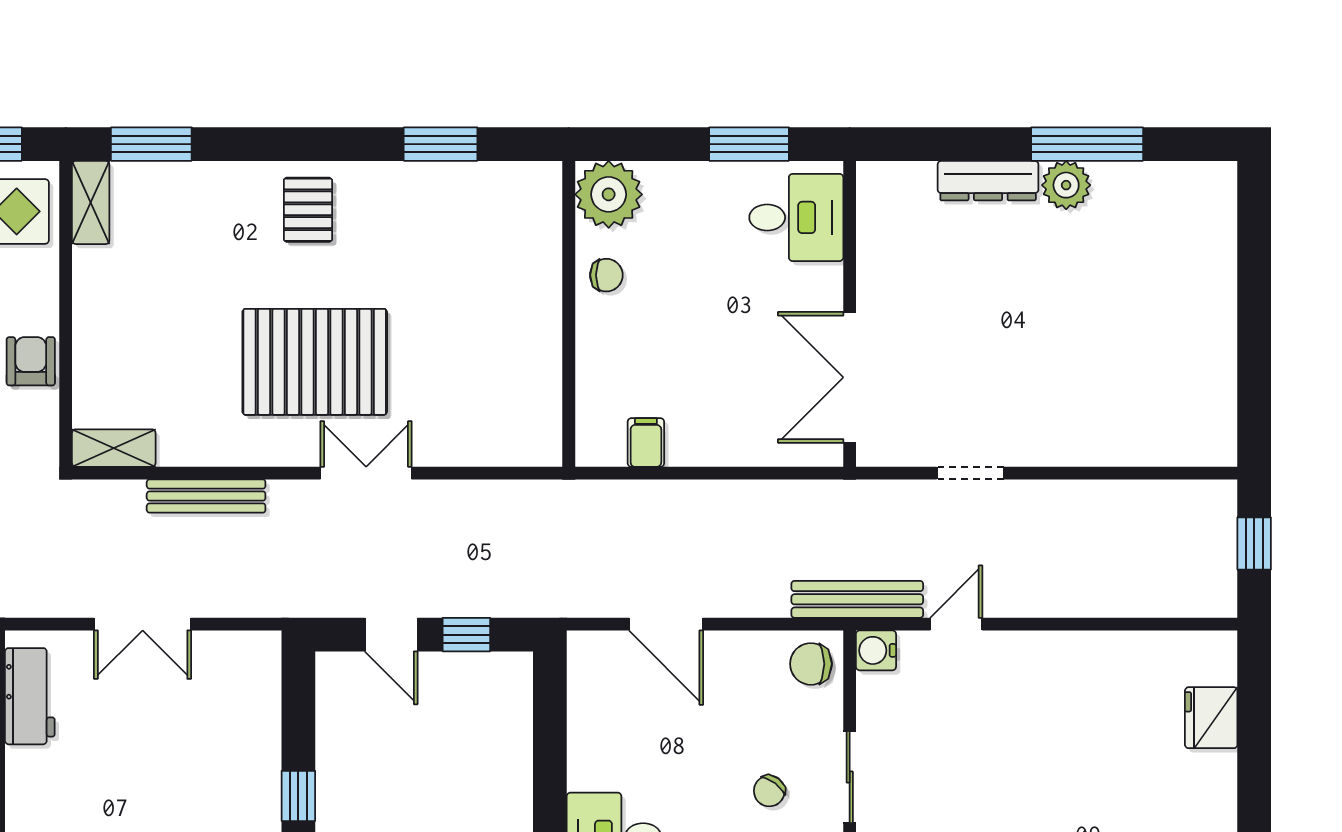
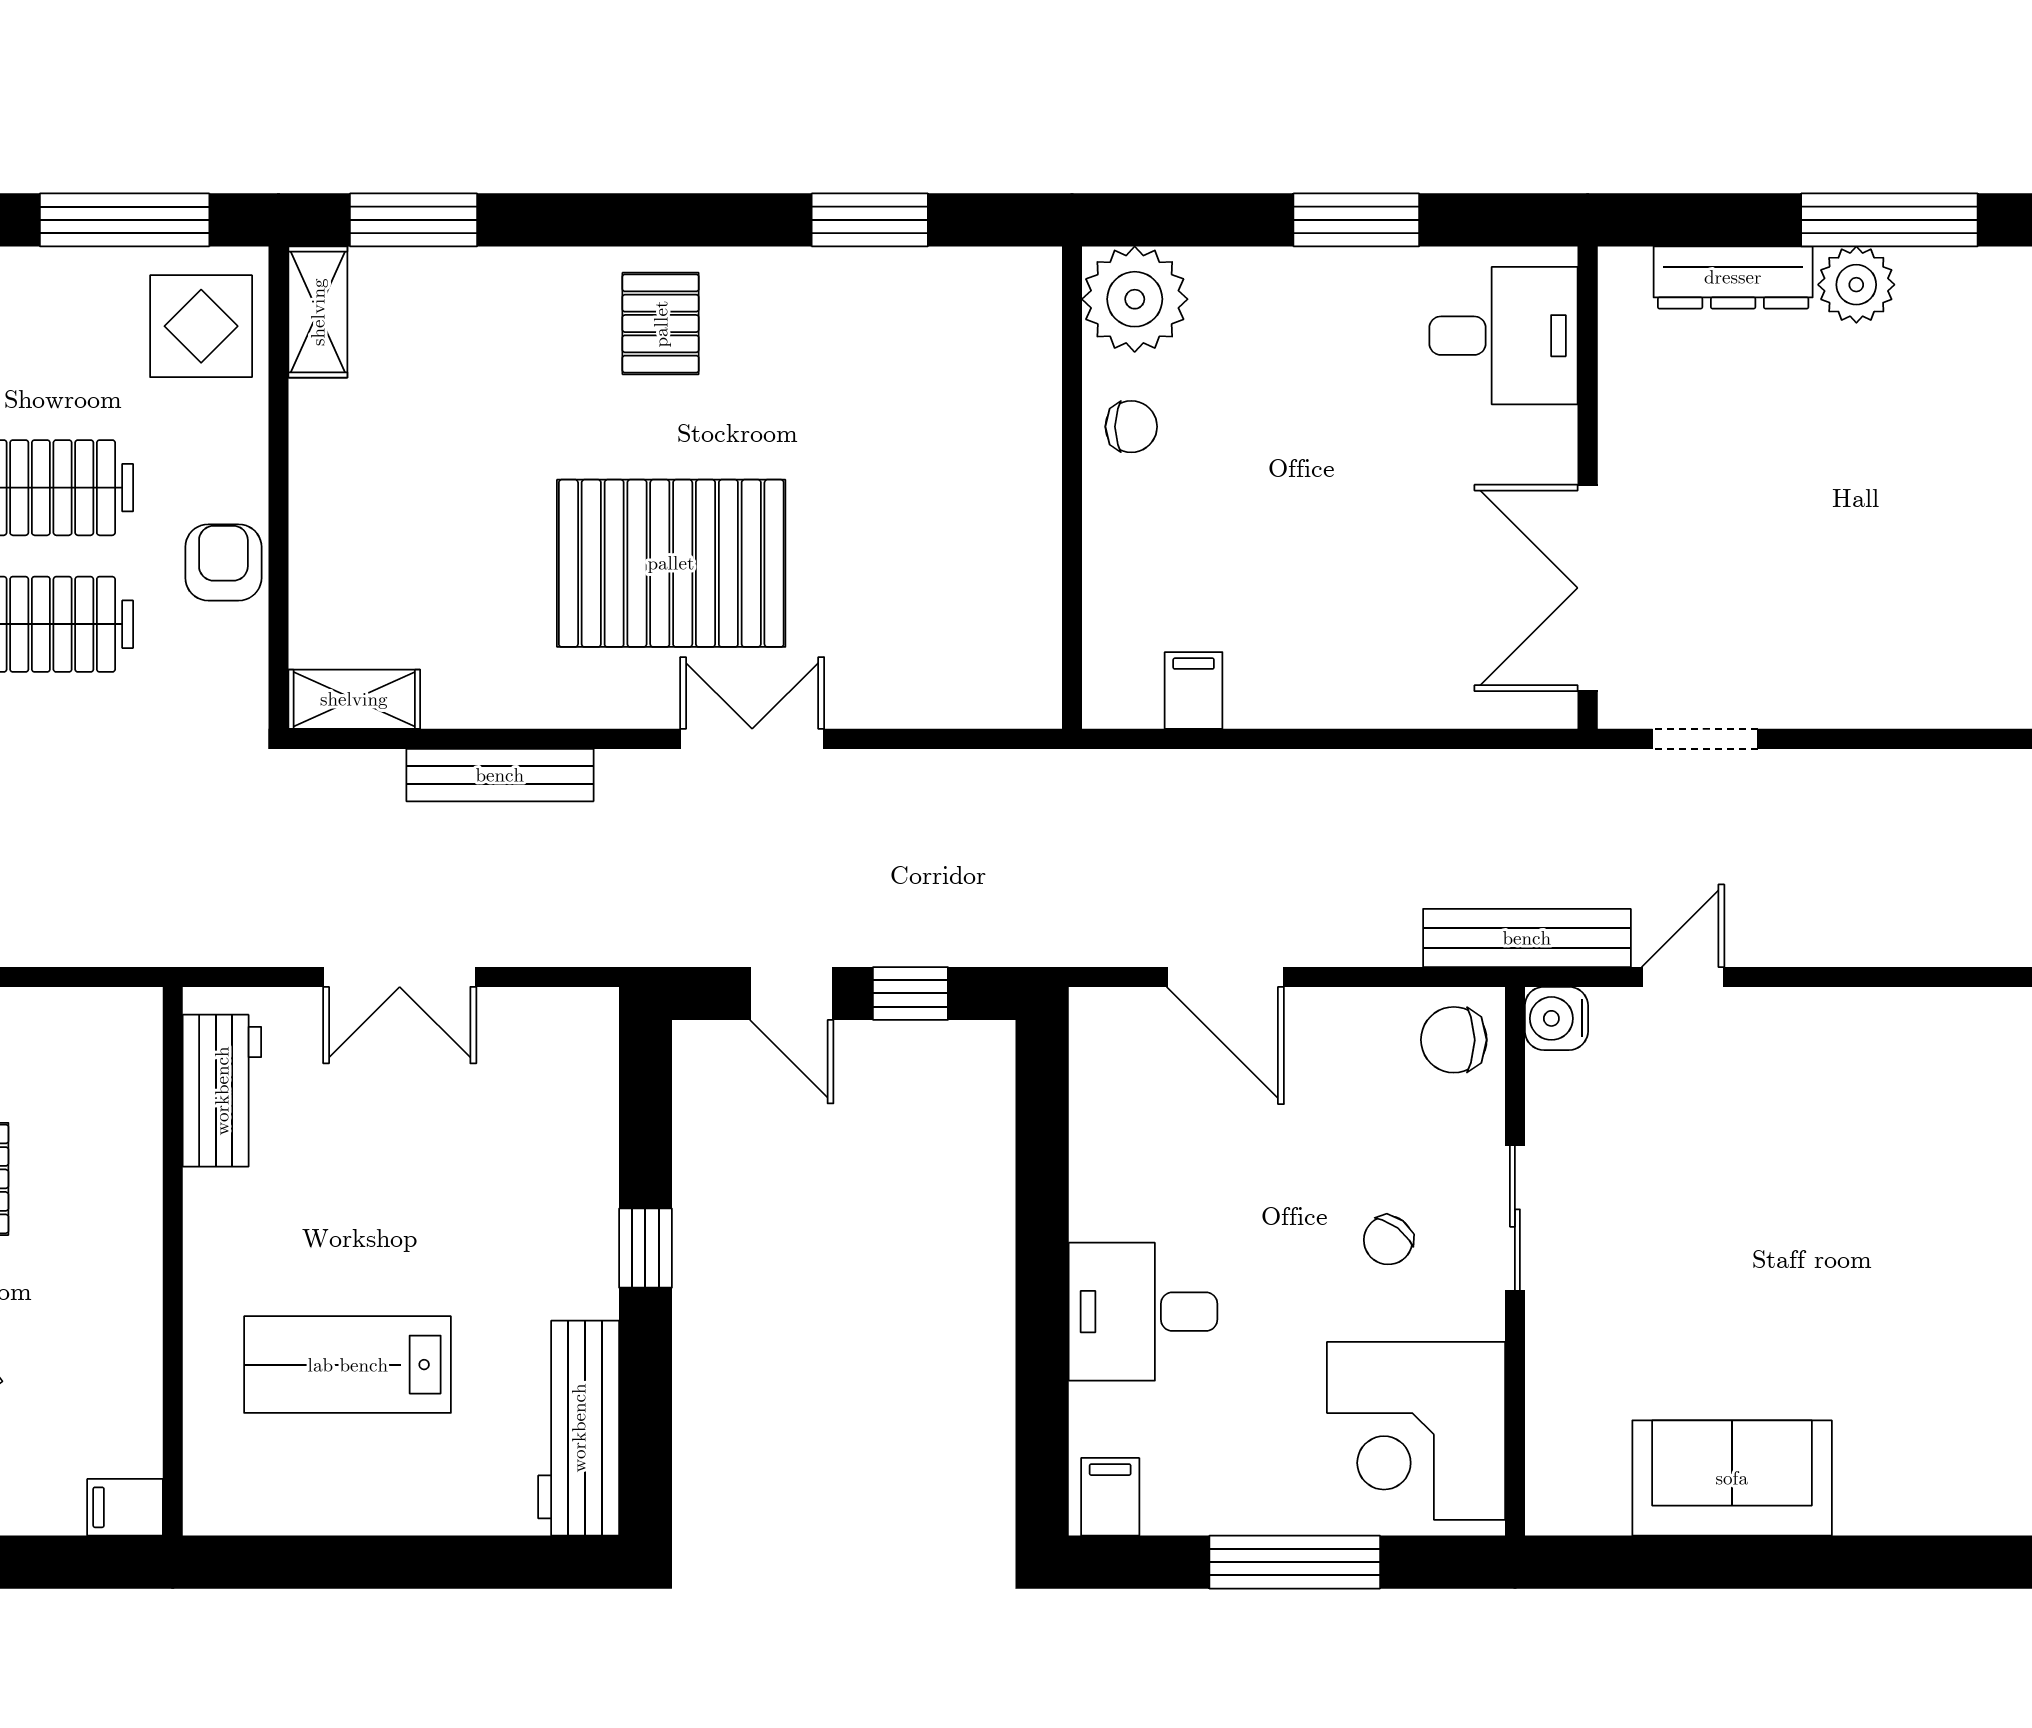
desk: (796, 217) -> (1504, 336), moved
wall: (850, 314) -> (1588, 488), moved
double door: (850, 377) -> (1588, 588), moved

